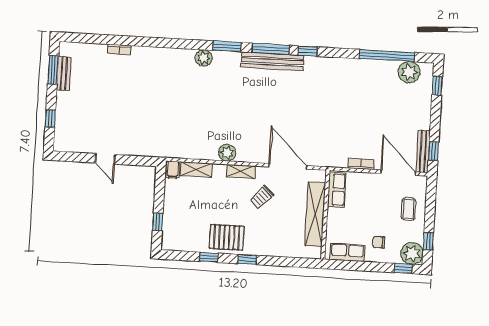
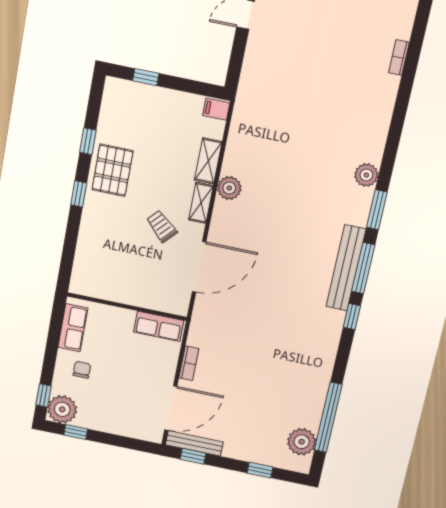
window: (437, 86) -> (260, 470), moved
shelving: (196, 170) -> (208, 161), moved
coffee table: (408, 209) -> (121, 414), removed
shelving: (315, 214) -> (129, 293), removed

